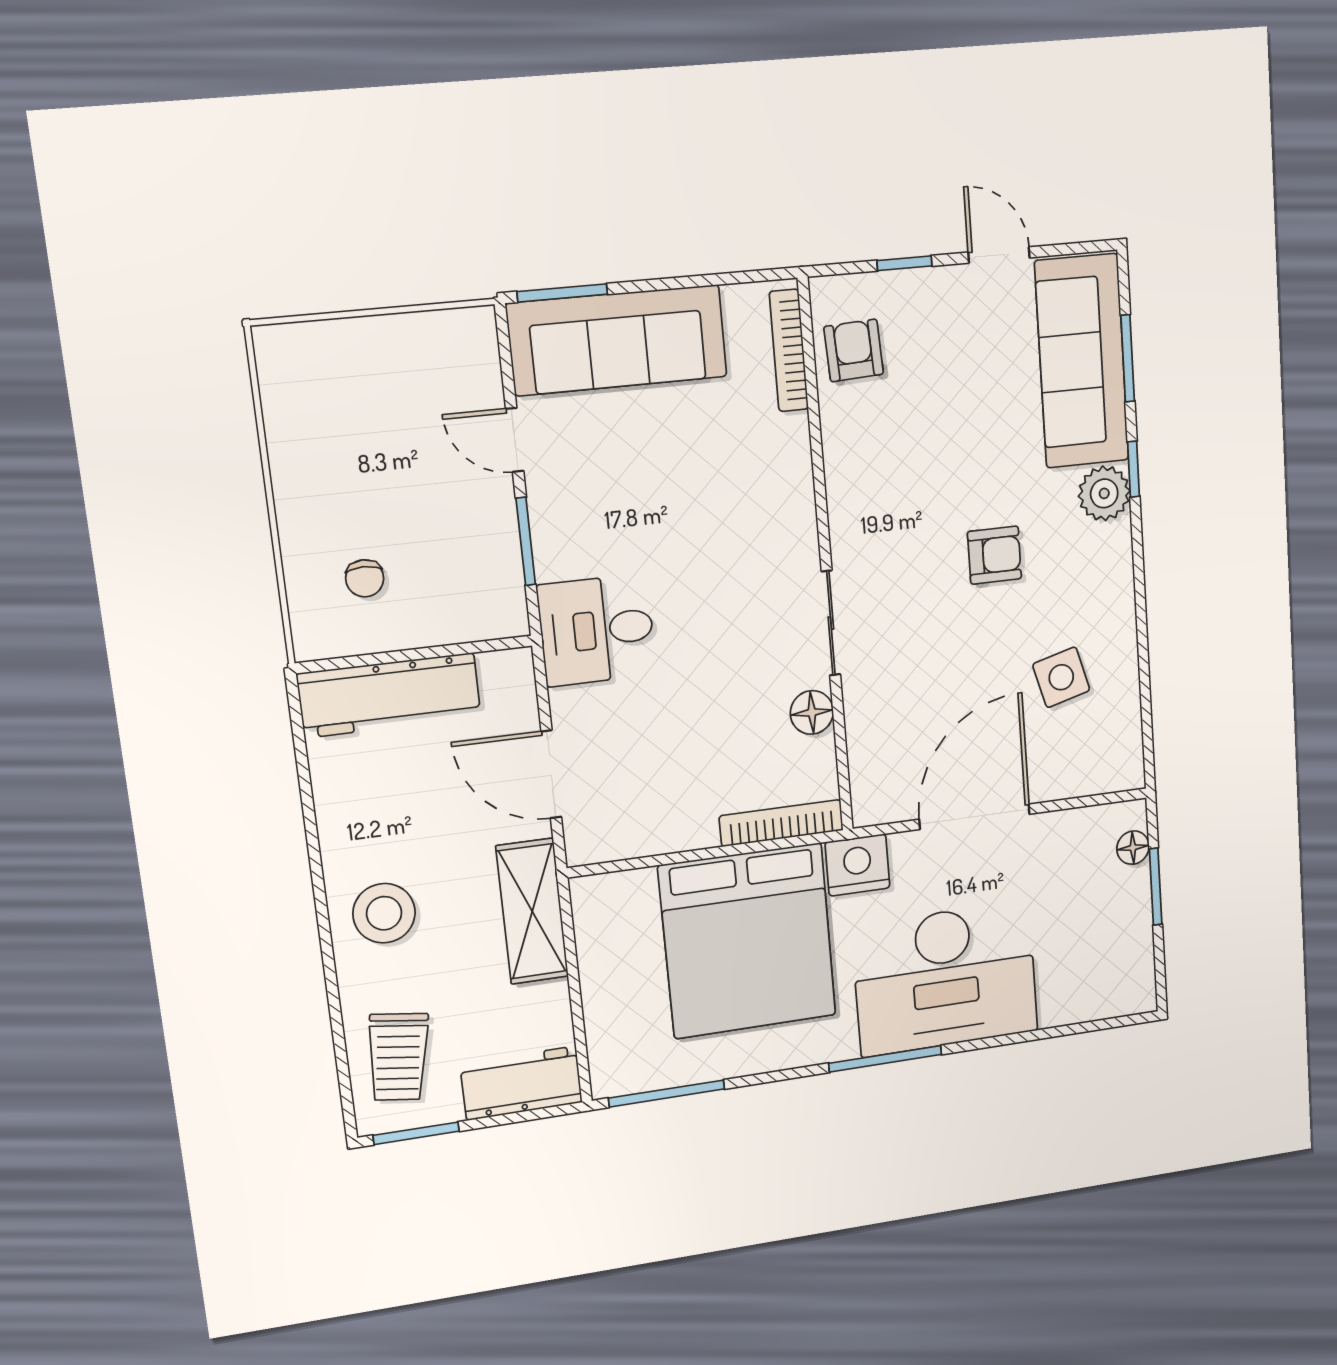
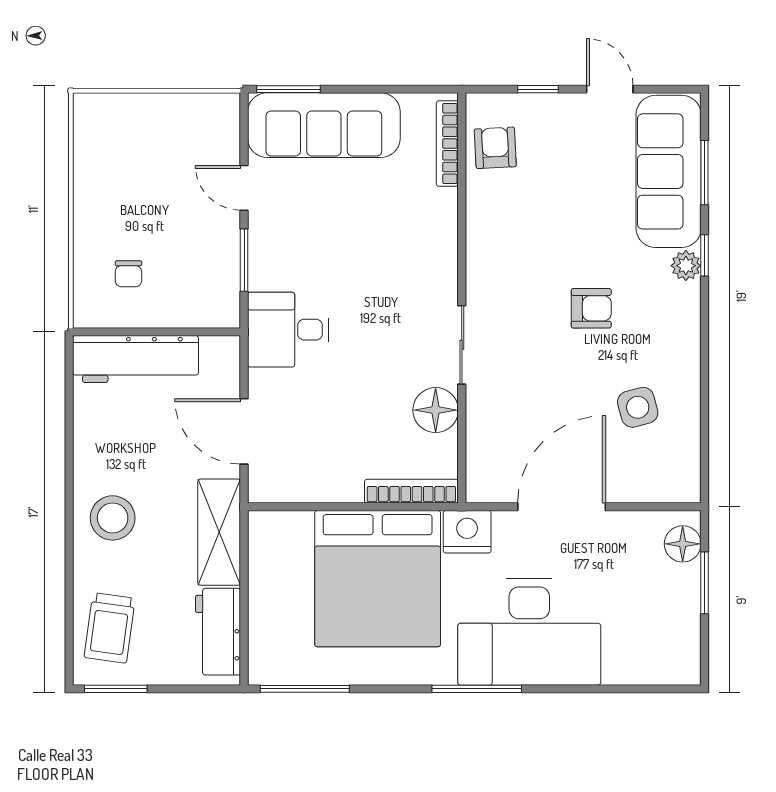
plant: (1104, 493) -> (686, 266), width x0.73, depth x0.73
floor lamp: (812, 712) -> (436, 410), width x1.38, depth x1.38
floor lamp: (1133, 848) -> (683, 544), width x1.37, depth x1.37
workbench: (521, 1083) -> (218, 632), moved, turned -90

